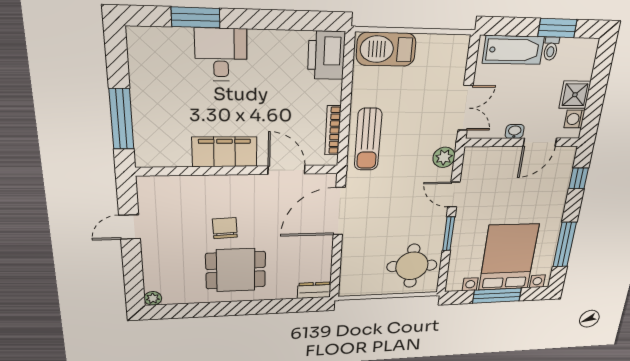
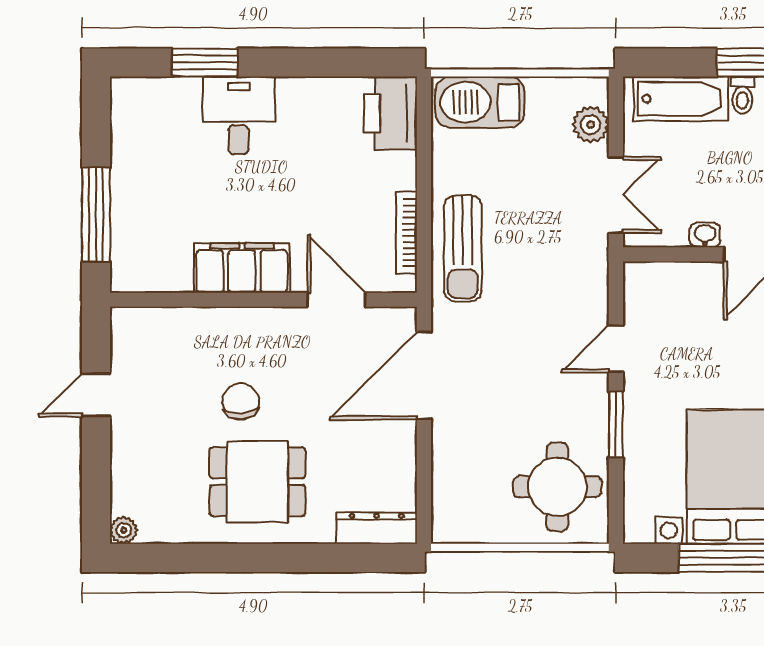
plant: (444, 157) -> (591, 125), moved
door: (454, 194) -> (616, 349), hinge flipped
dresser: (314, 290) -> (377, 528), width x1.44

